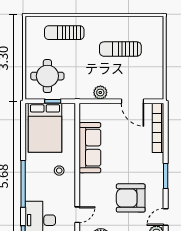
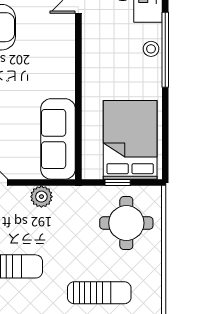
sofa: (90, 148) -> (58, 139), moved
stool: (59, 171) -> (151, 49), moved

